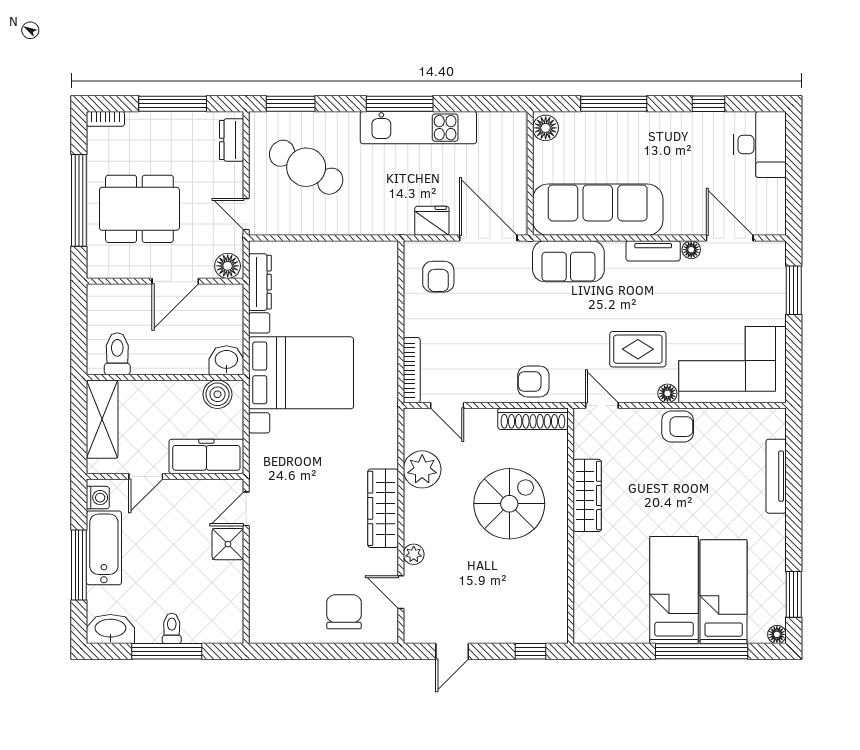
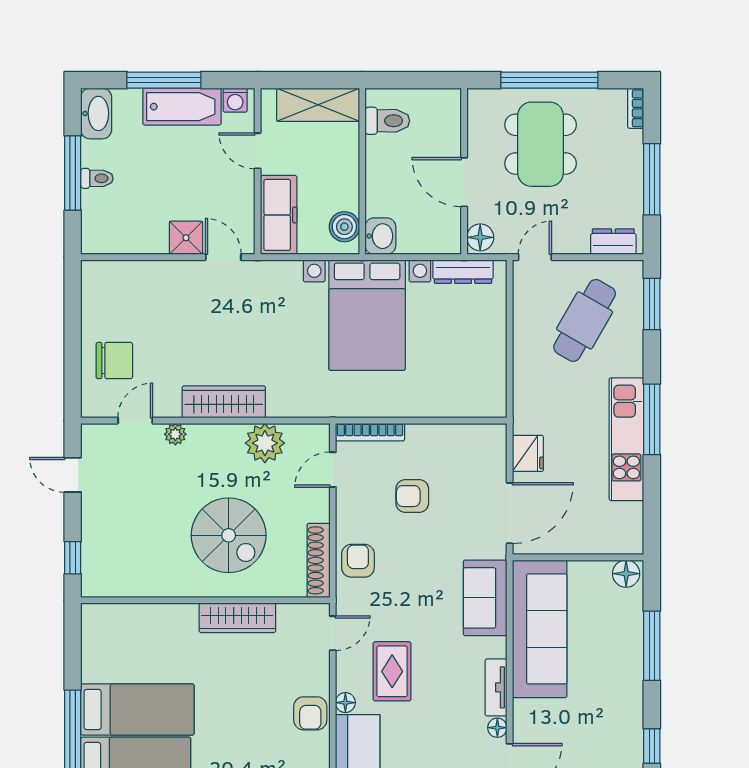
armchair: (438, 277) -> (412, 496), moved

